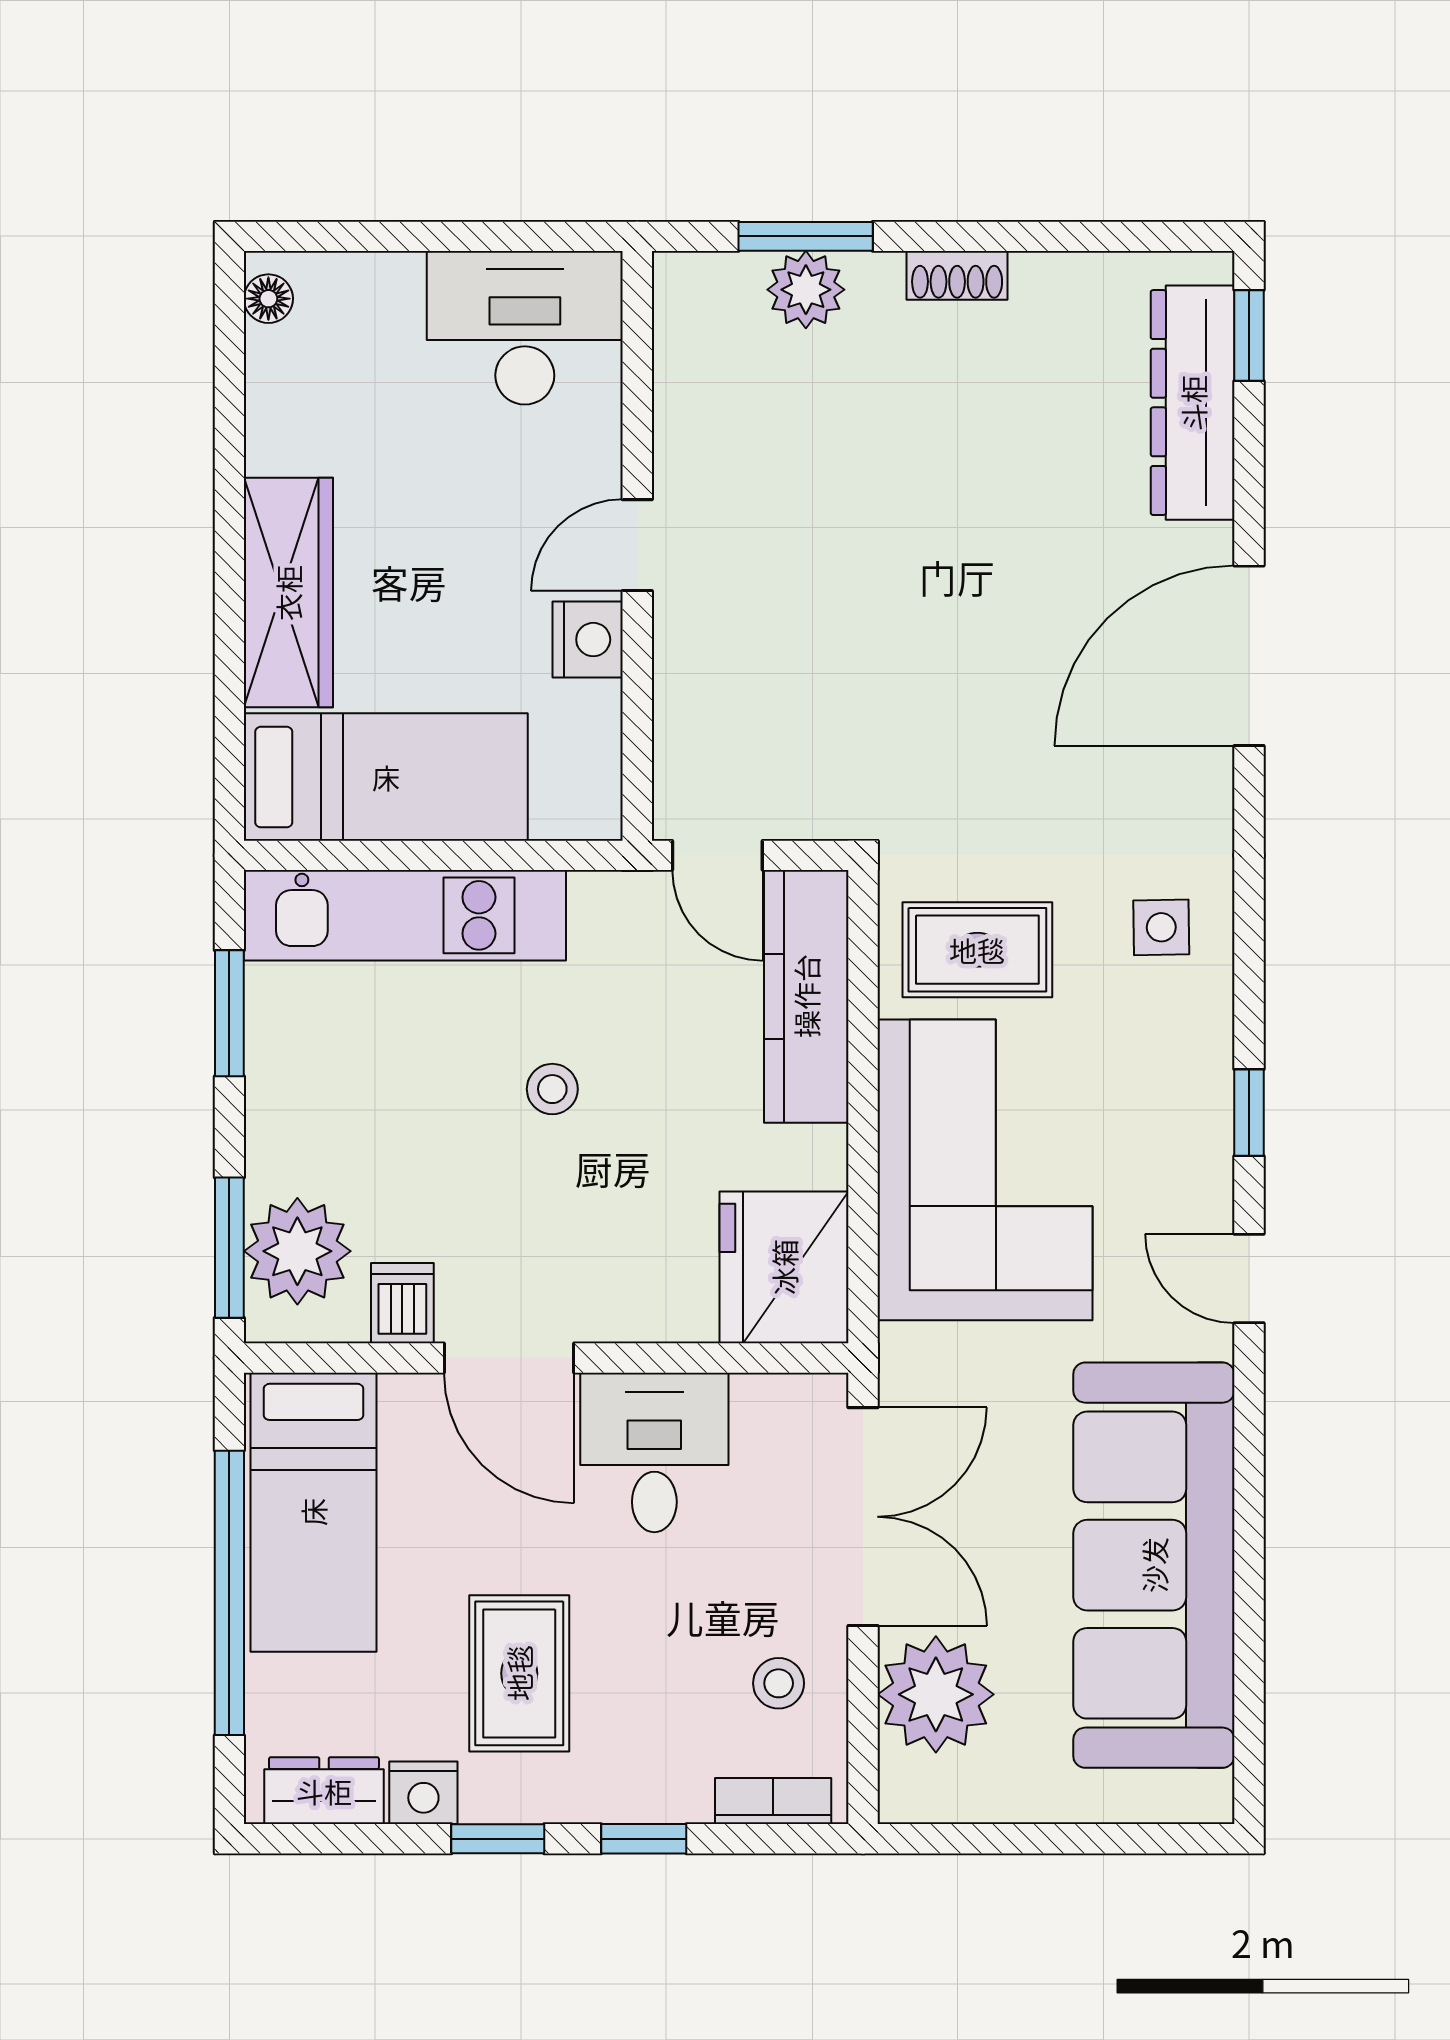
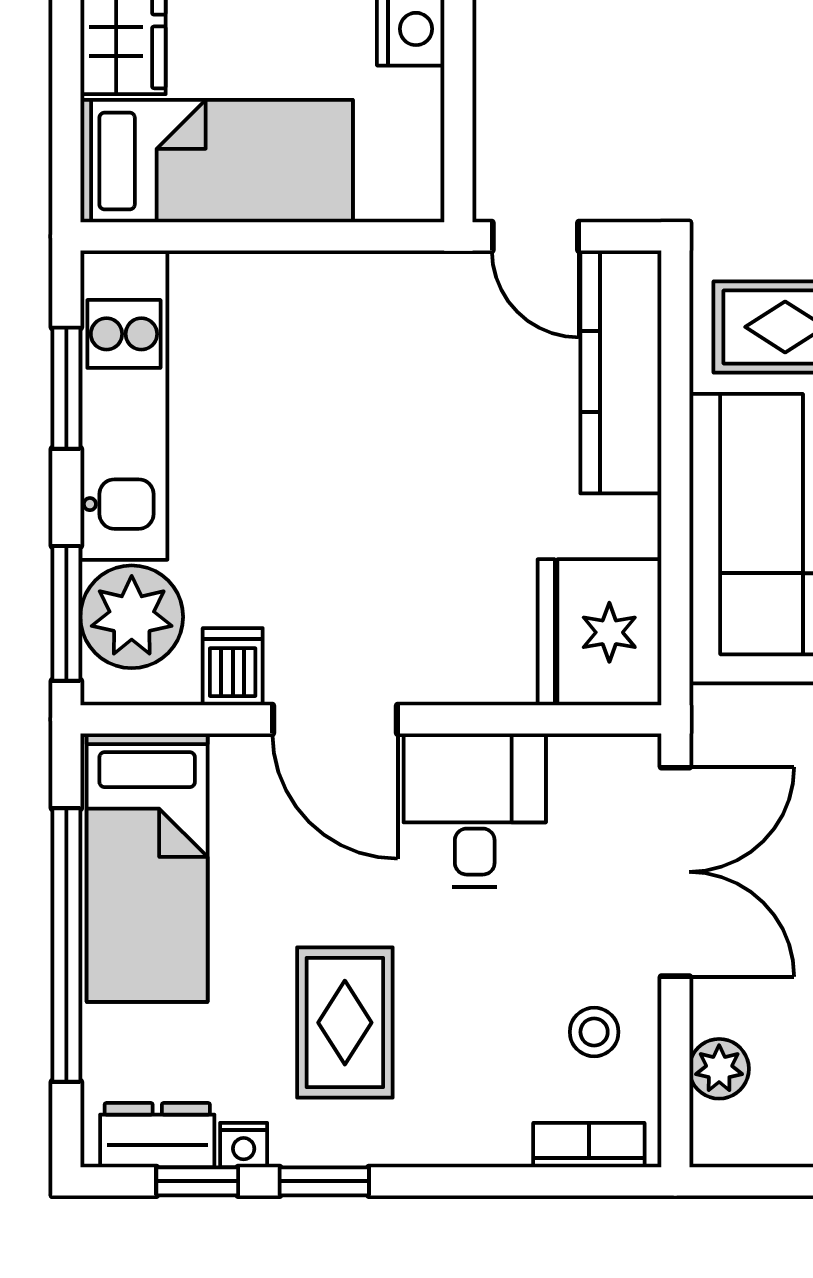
kitchen unit: (405, 915) -> (124, 405), moved, turned -90
stool: (552, 1089) -> (377, 461), removed
plant: (936, 1694) -> (719, 1069), width x0.53, depth x0.53
nightstand: (423, 1793) -> (244, 1145), width x0.72, depth x0.74
window: (644, 1839) -> (197, 1181), moved

